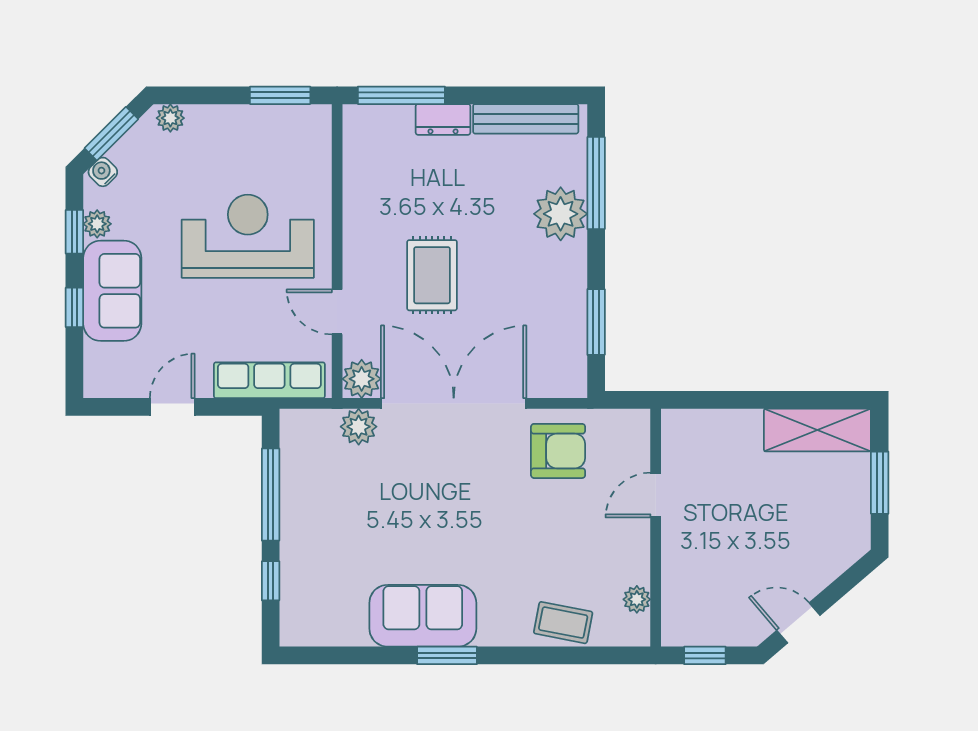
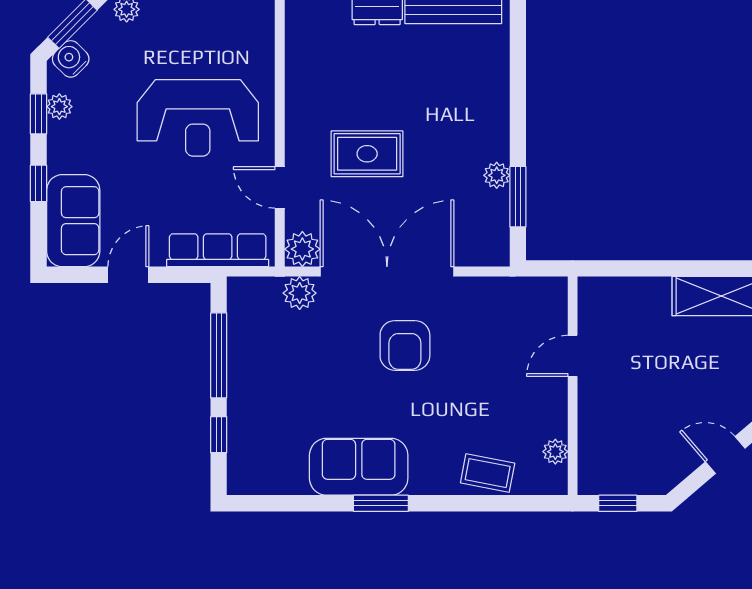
water cooler: (103, 172) -> (71, 59), width x1.38, depth x1.38
window: (596, 183) -> (518, 69), removed
plant: (561, 214) -> (497, 175), moved, width x0.53, depth x0.53
reception desk: (248, 236) -> (198, 118), turned 180
rug: (432, 275) -> (367, 154), turned 90
sofa: (112, 291) -> (73, 221), moved
armchair: (558, 451) -> (405, 345), moved, turned 90
door: (798, 623) -> (725, 455), moved

